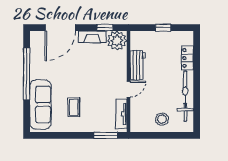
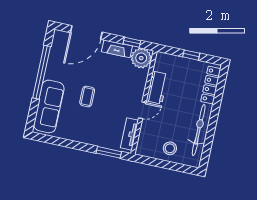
locker: (187, 58) -> (211, 85), width x1.53
coffee table: (74, 107) -> (87, 96), moved

